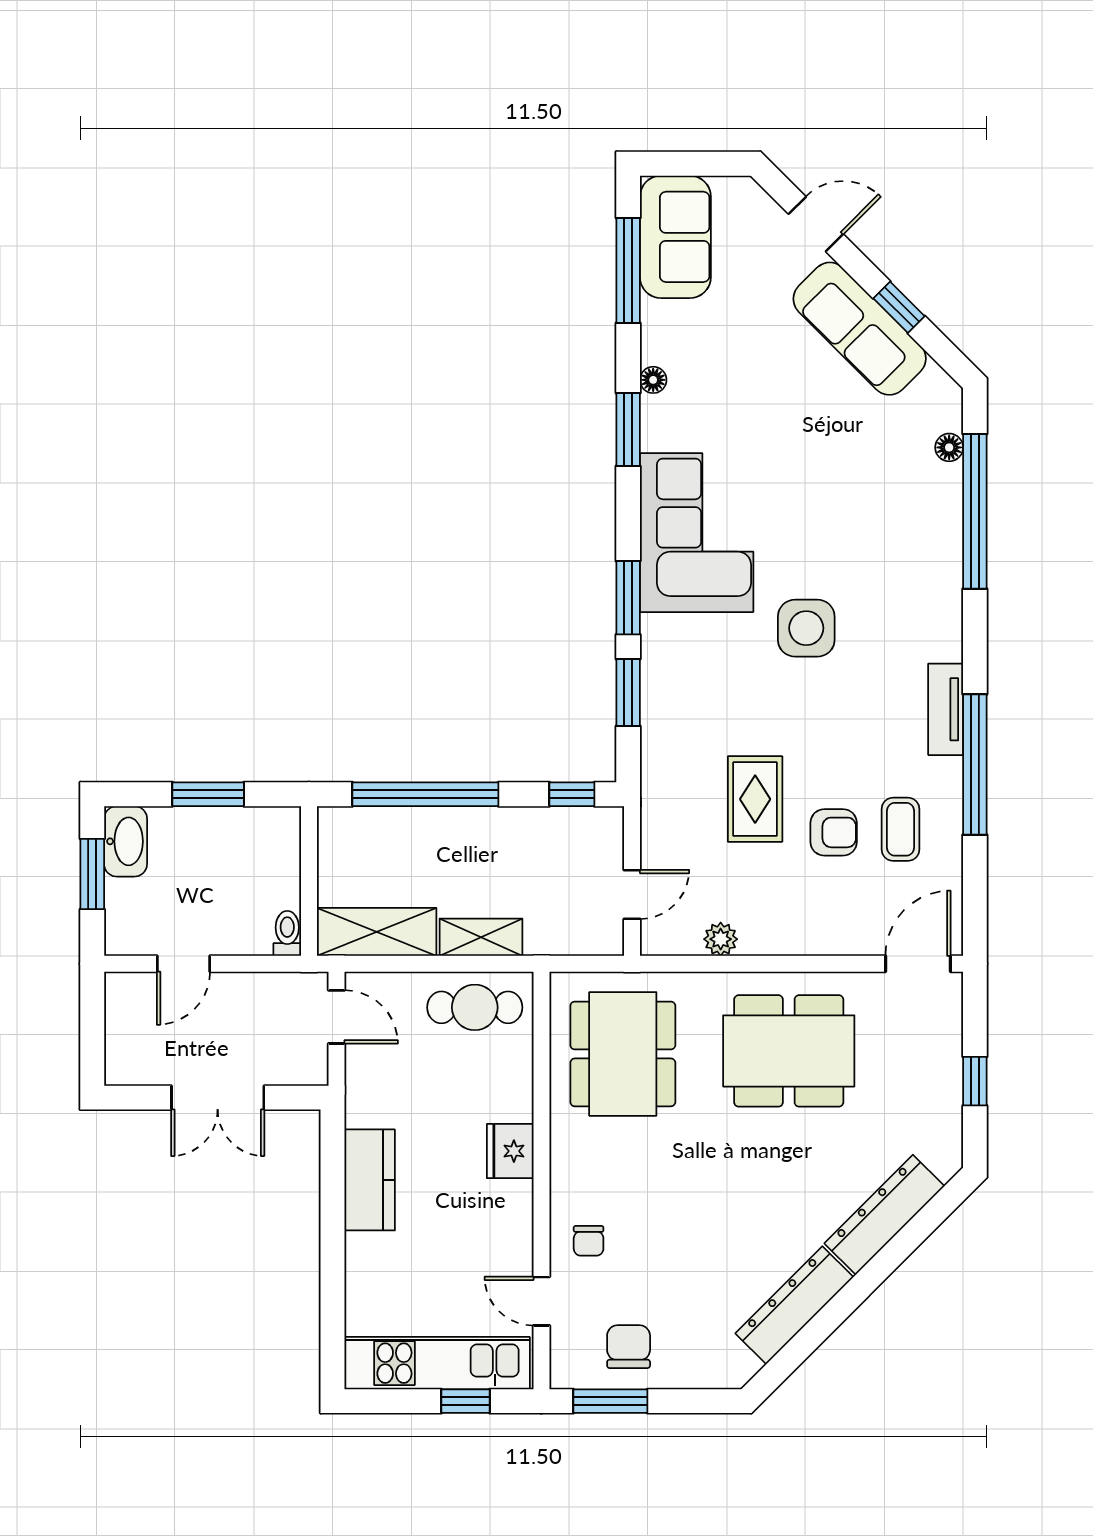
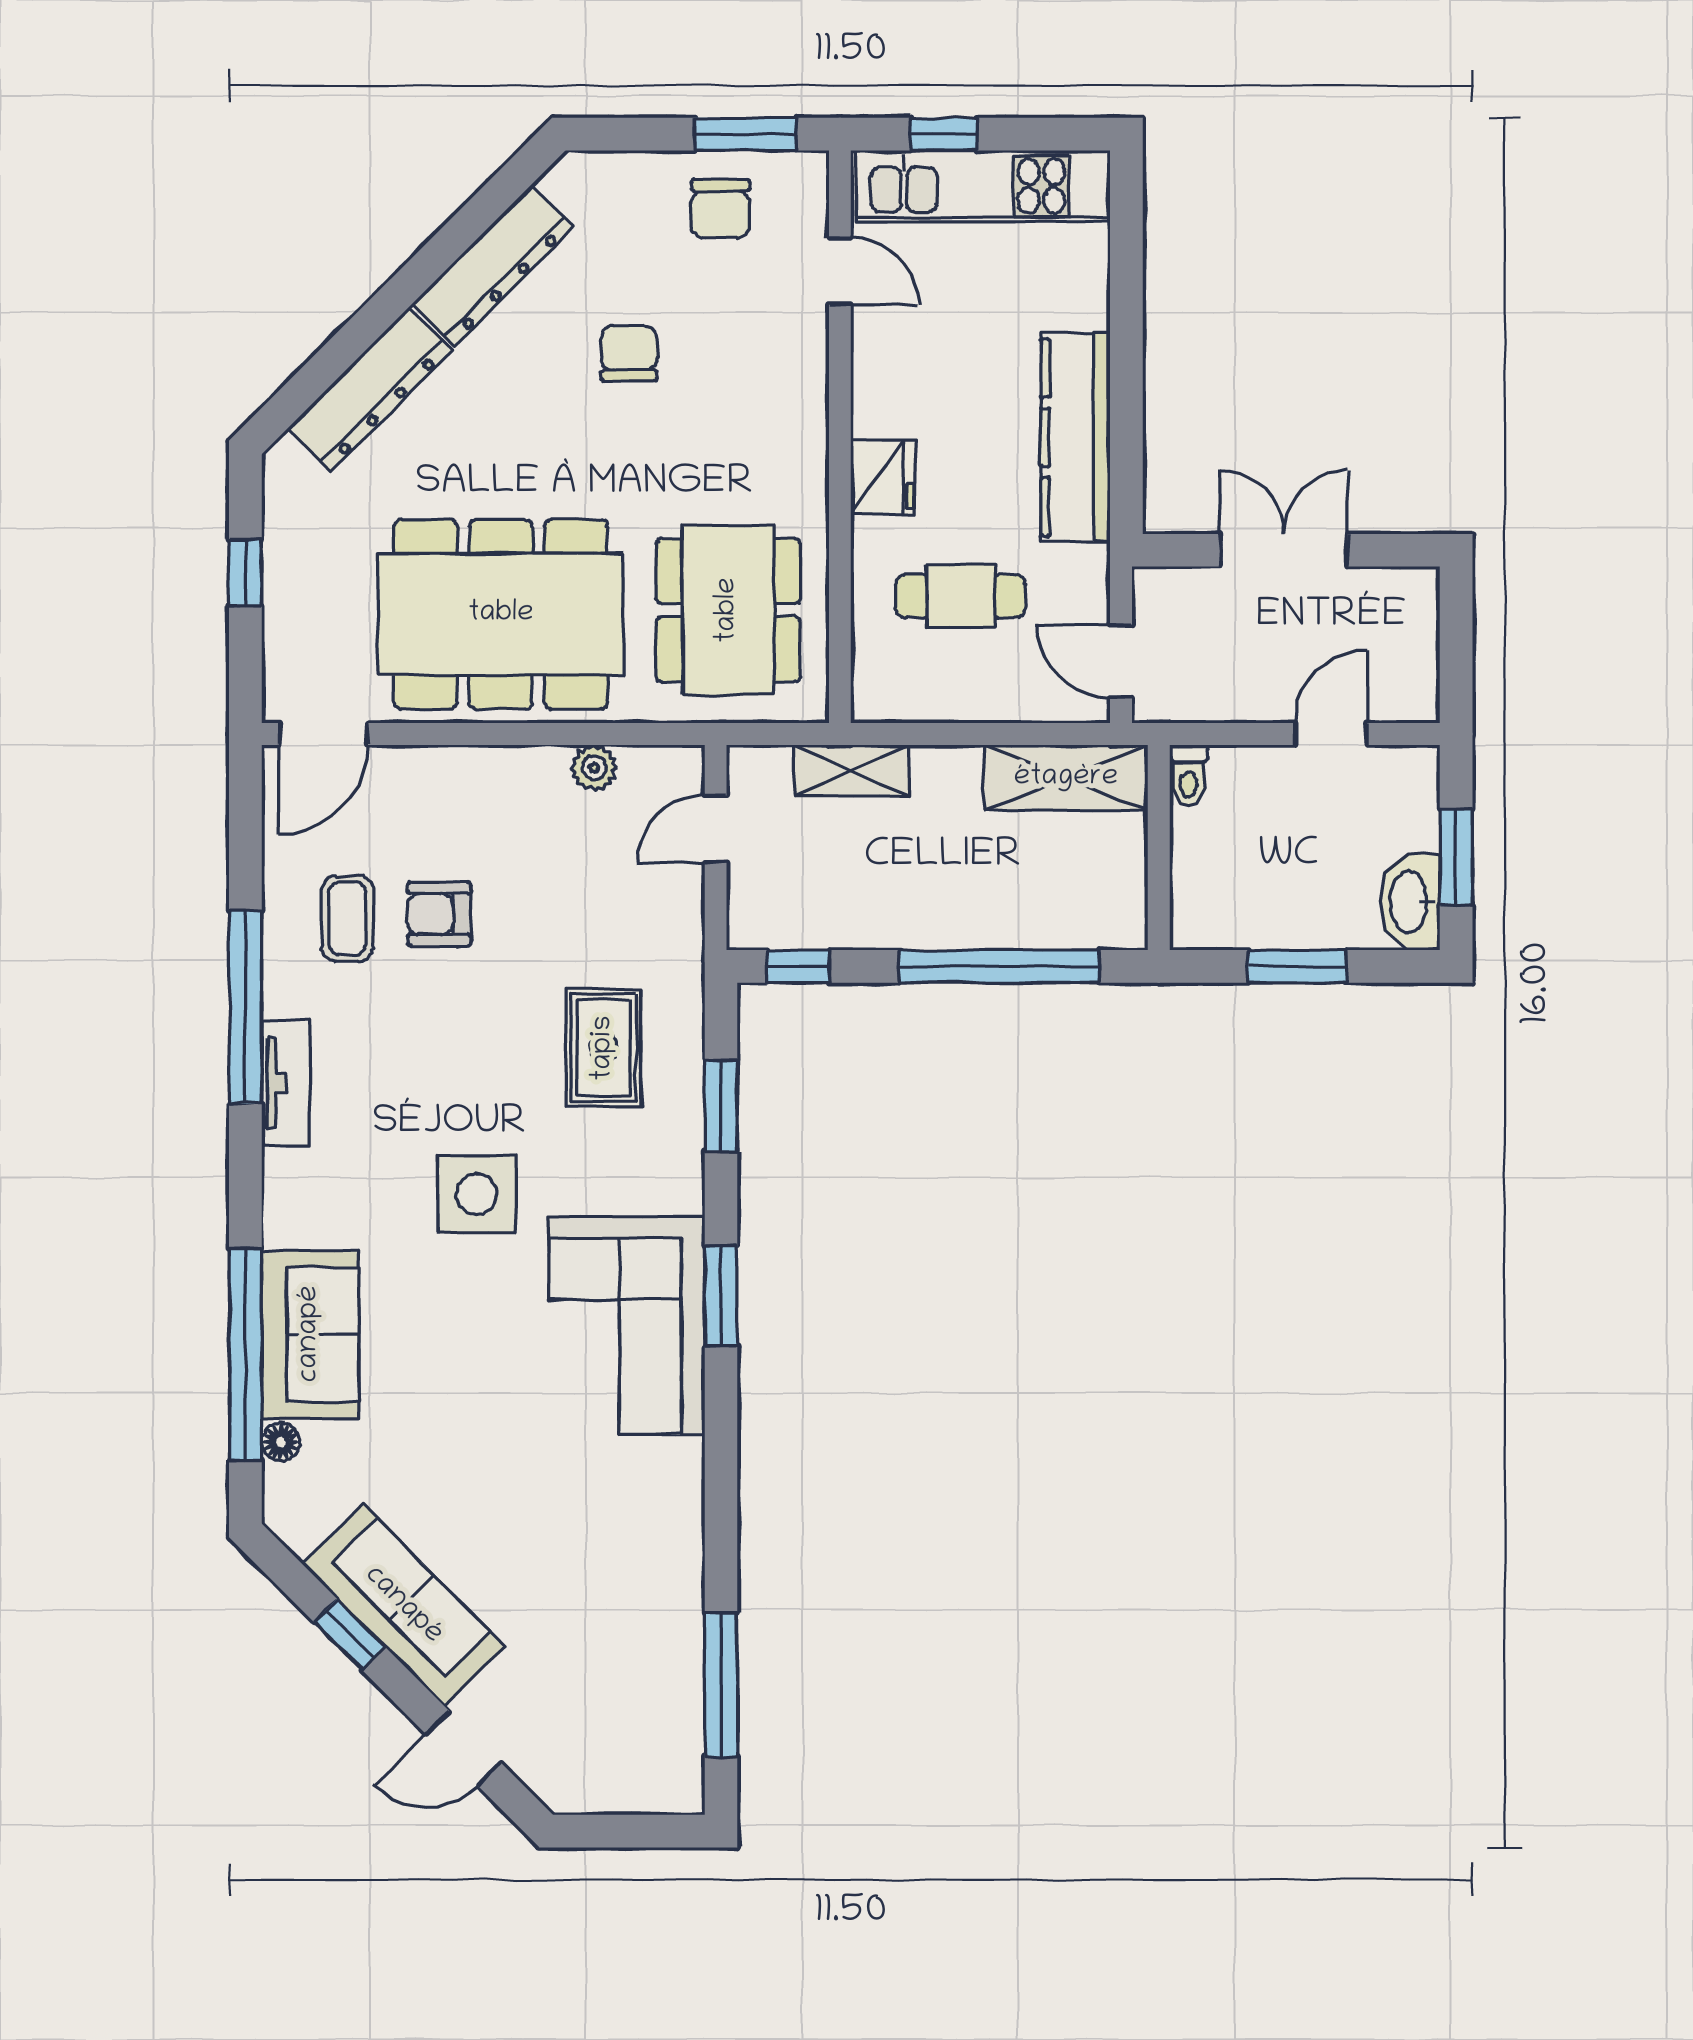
sofa: (675, 237) -> (310, 1334), moved, turned 180
floor lamp: (653, 380) -> (687, 1535), removed
window: (628, 429) -> (721, 1467), removed
window: (628, 598) -> (721, 1296), moved
rug: (755, 799) -> (604, 1048), moved
shelving: (481, 937) -> (852, 770), moved
cafe table: (475, 1007) -> (961, 596), moved
dining table: (789, 1051) -> (501, 614), width x1.36, depth x1.24
kitchen counter: (370, 1180) -> (1076, 437), width x1.50
chair: (589, 1241) -> (629, 353), moved, width x1.37, depth x1.37

